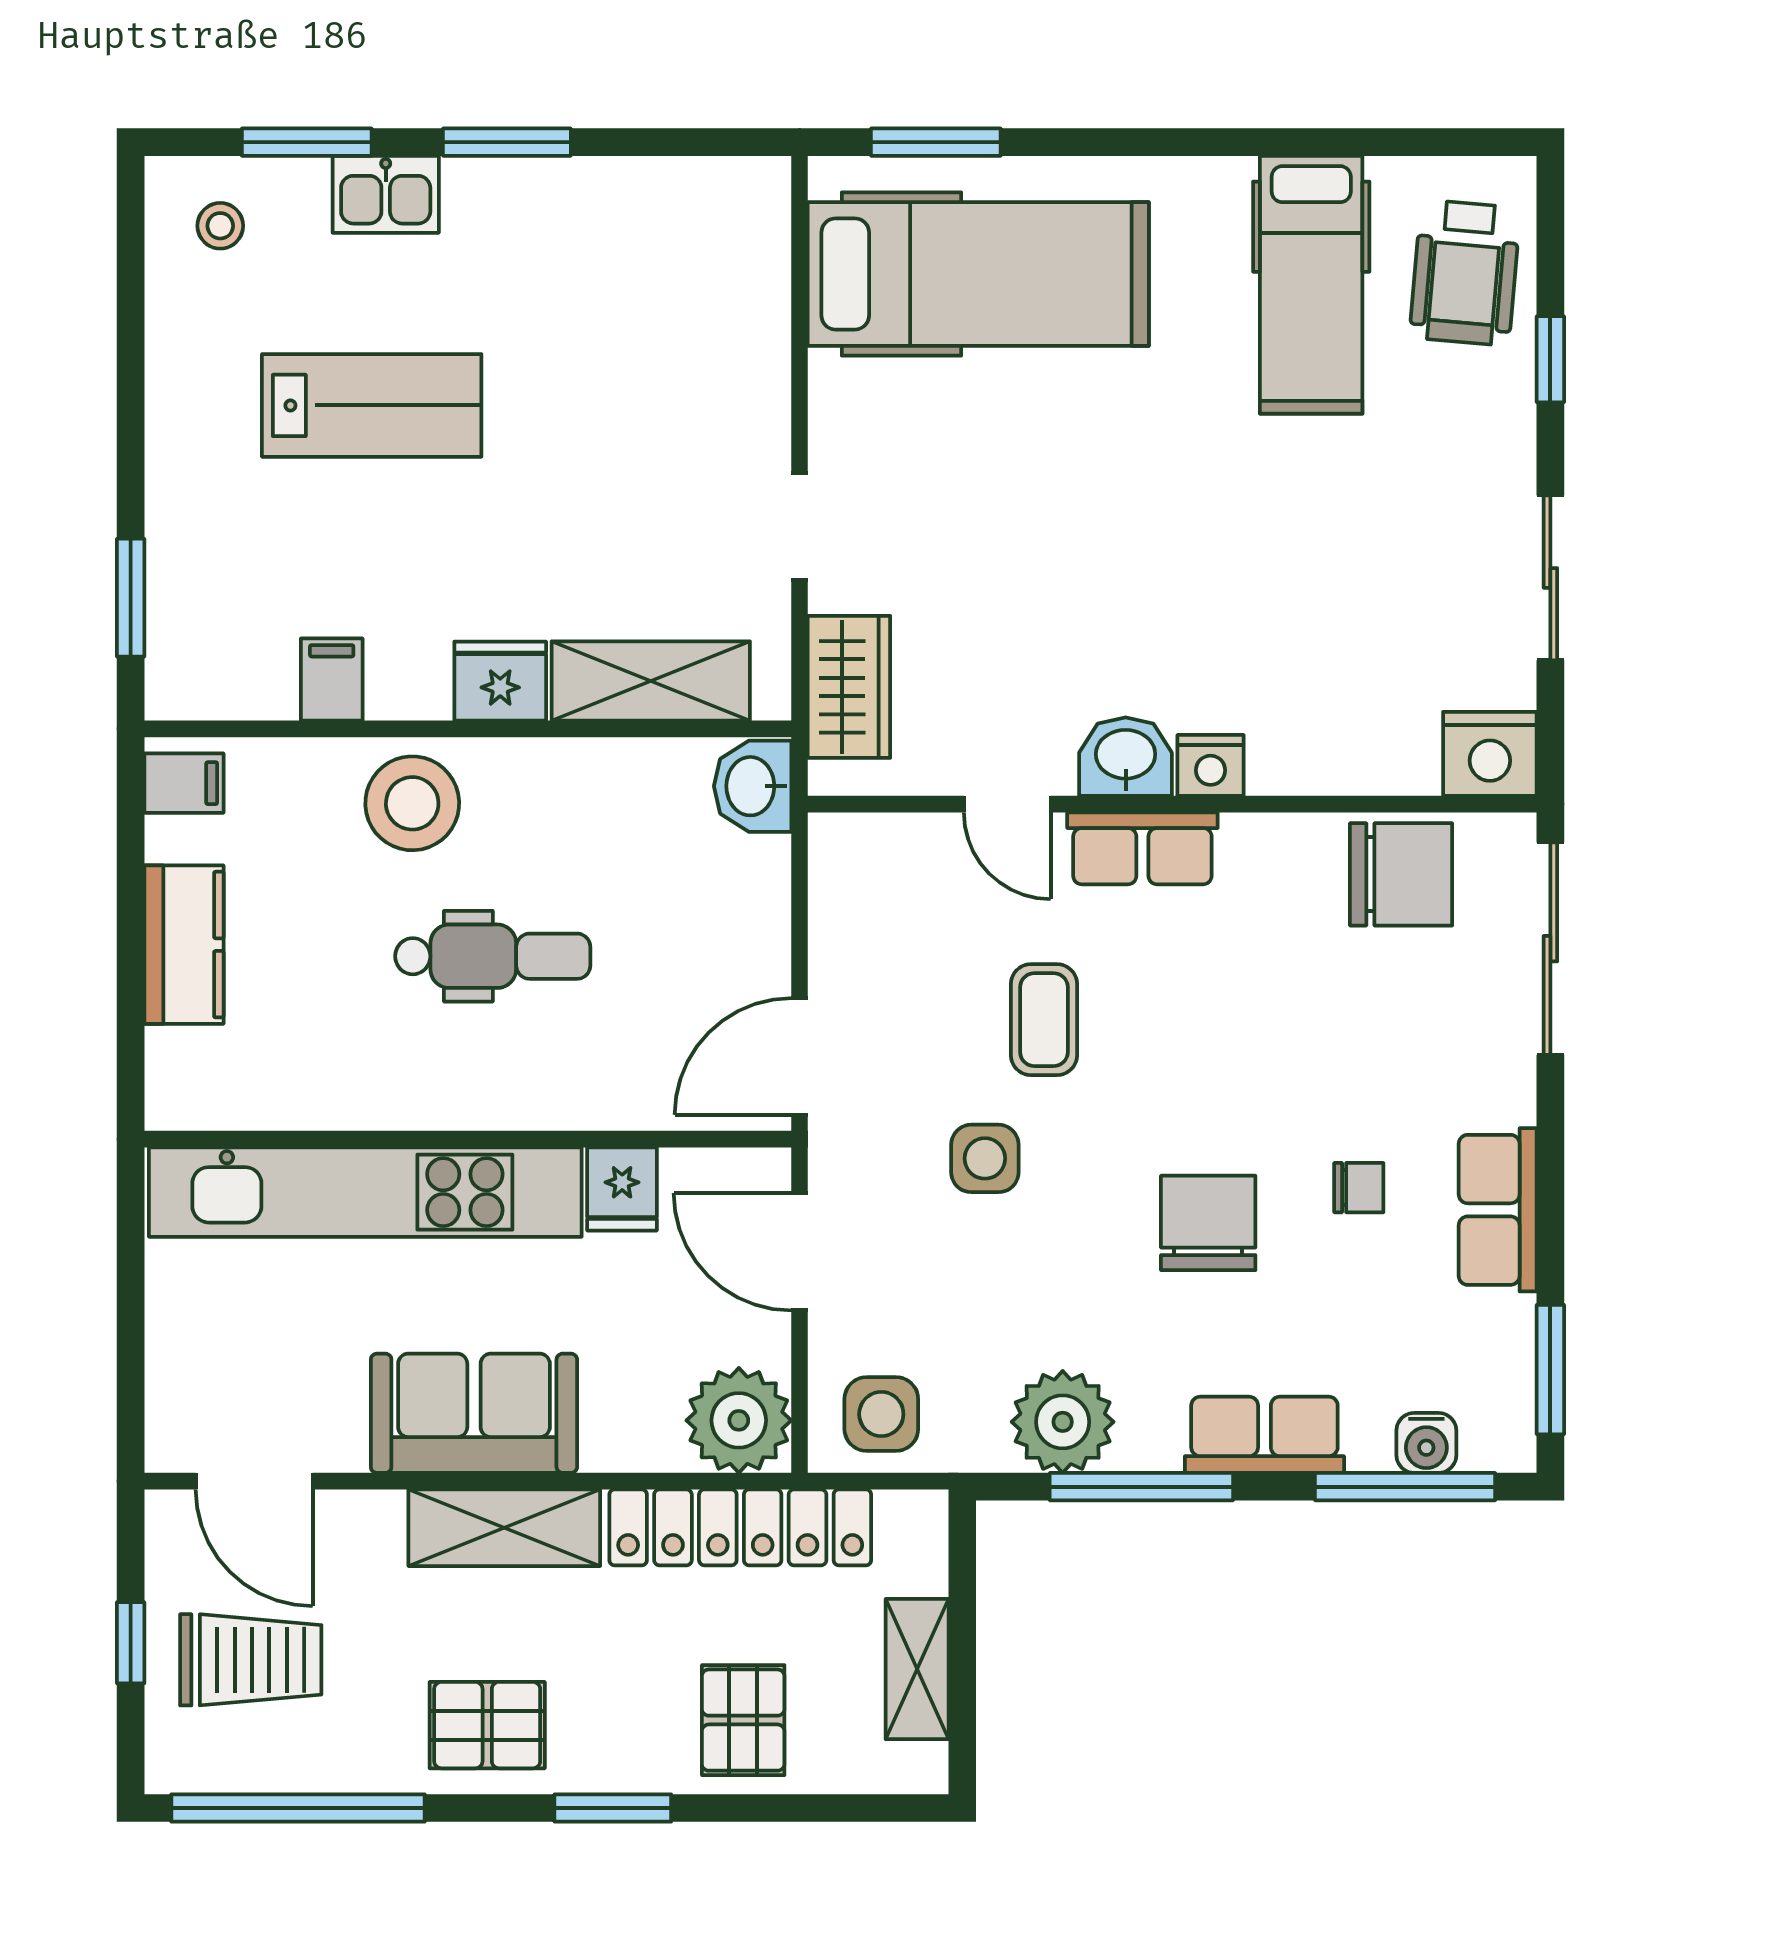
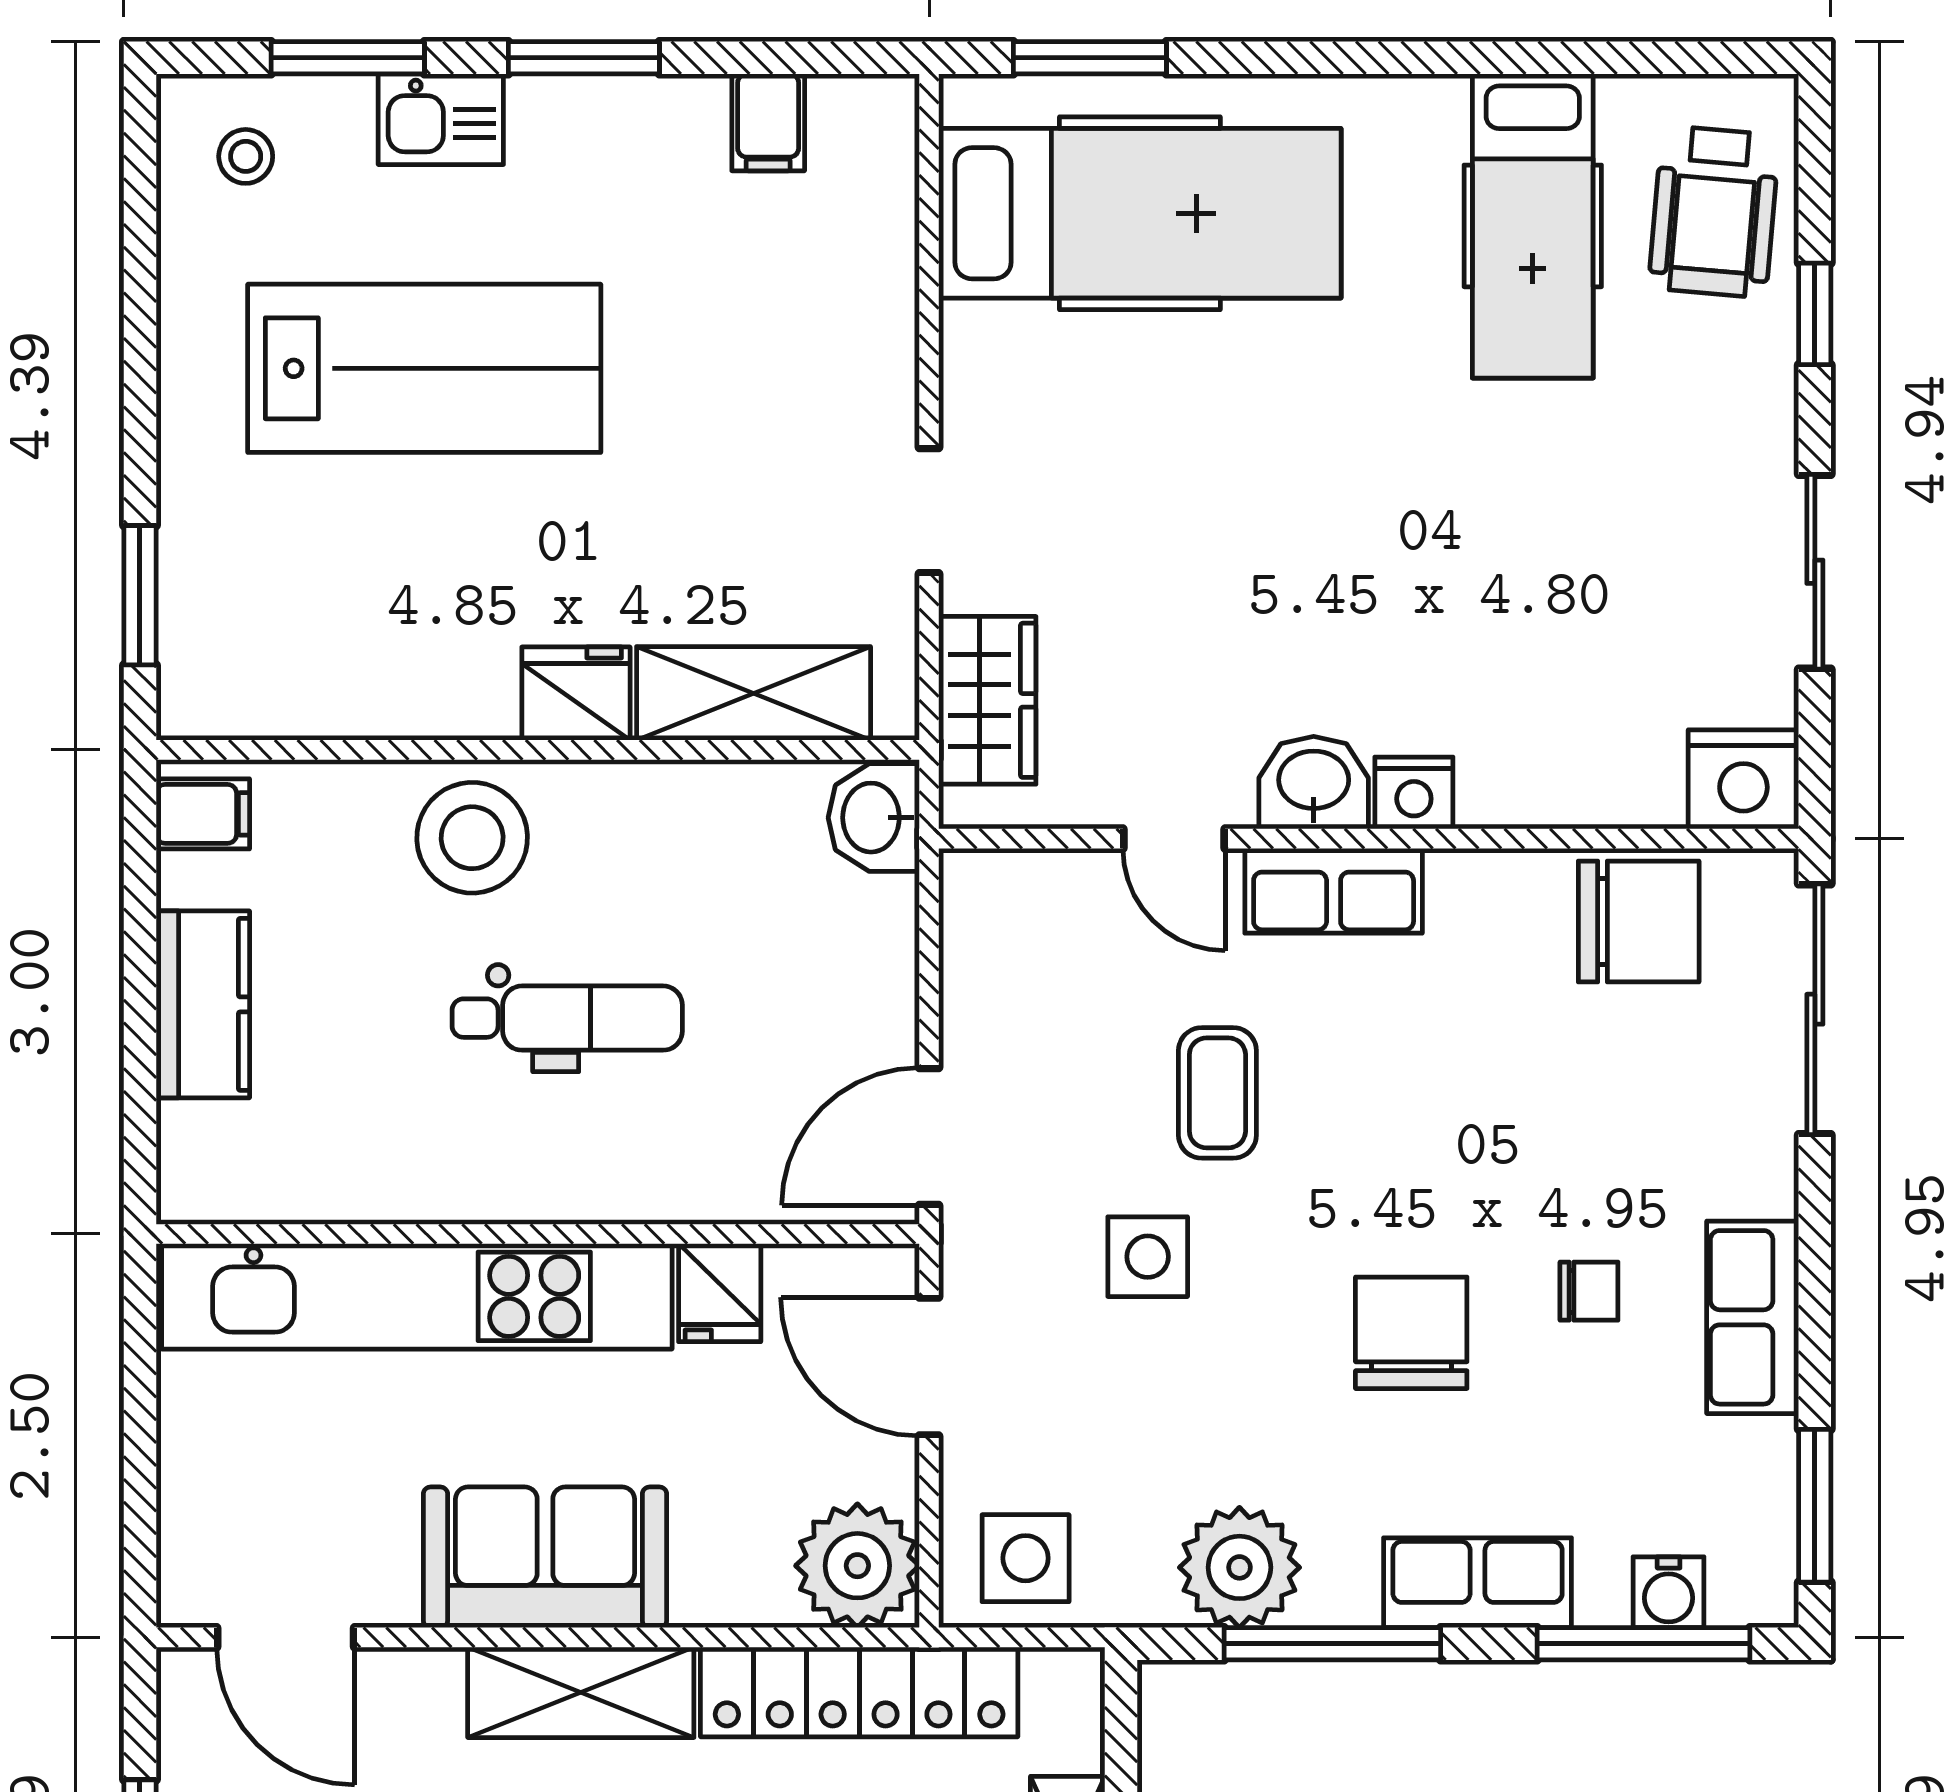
lab bench: (372, 405) -> (424, 368), width x1.36, depth x1.39
filing cabinet: (332, 680) -> (768, 122), moved, turned 180

